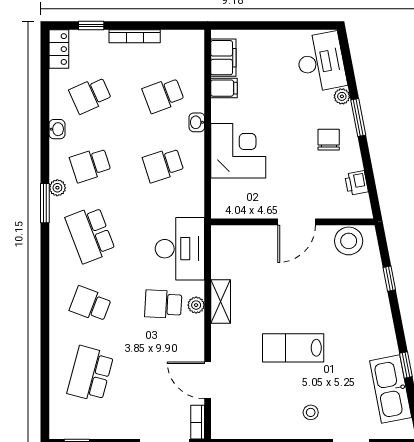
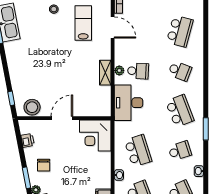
corner desk: (238, 151) -> (95, 136), moved
school desk: (163, 165) -> (138, 151), width x1.85
plant: (57, 188) -> (199, 138), removed
window: (389, 279) -> (11, 98), moved
lab bench: (293, 348) -> (83, 23), moved, turned -90

